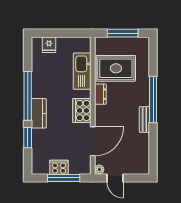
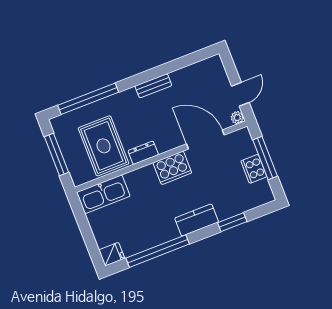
fridge: (49, 45) -> (112, 254), moved
kitchen sink: (82, 71) -> (103, 194), moved
window: (28, 96) -> (158, 251), moved
window: (153, 100) -> (88, 99), moved

